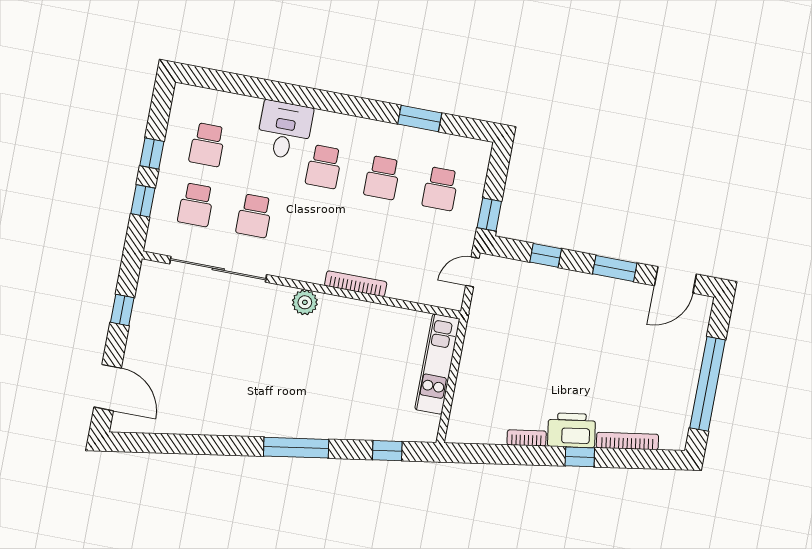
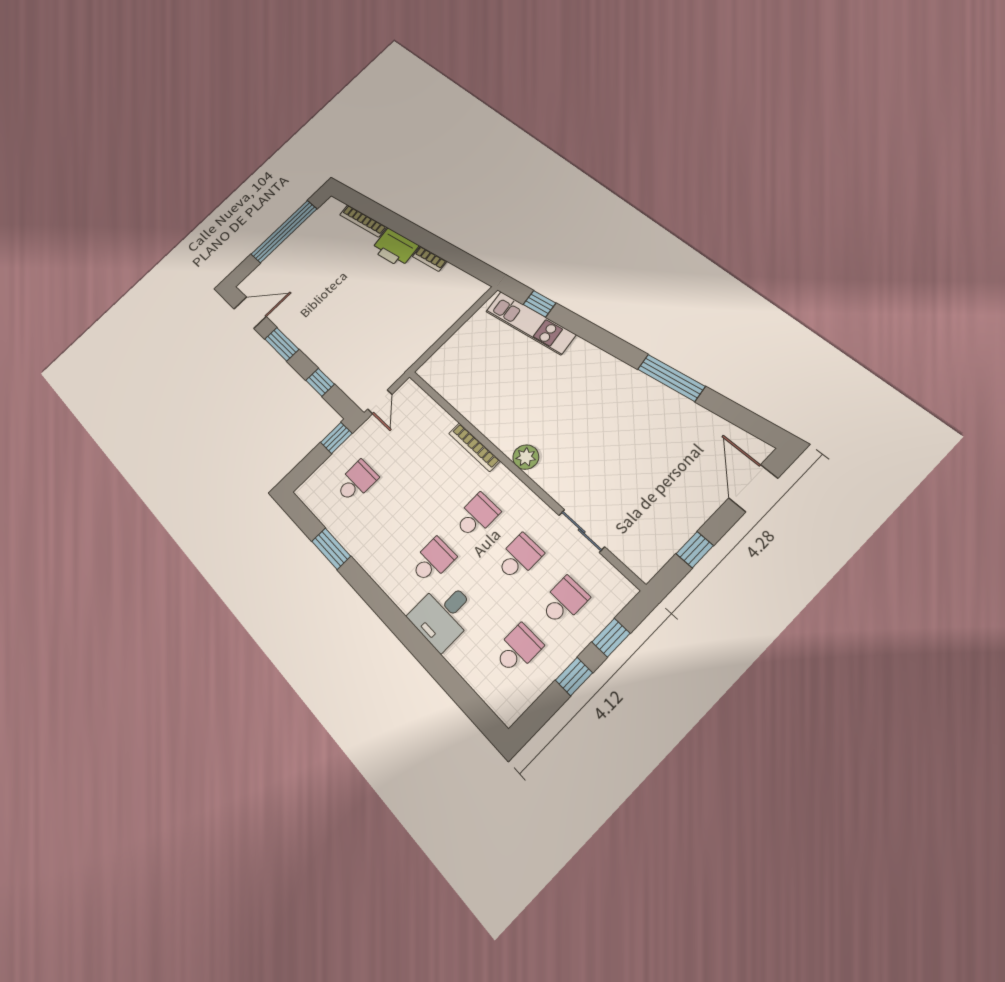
school desk: (382, 178) -> (477, 516), moved
sliding door: (218, 269) -> (582, 531), width x0.54
door: (472, 272) -> (380, 402), hinge flipped
kitchen unit: (437, 364) -> (530, 323), moved, turned 81
window: (296, 448) -> (671, 378), moved
window: (580, 457) -> (403, 227), removed

